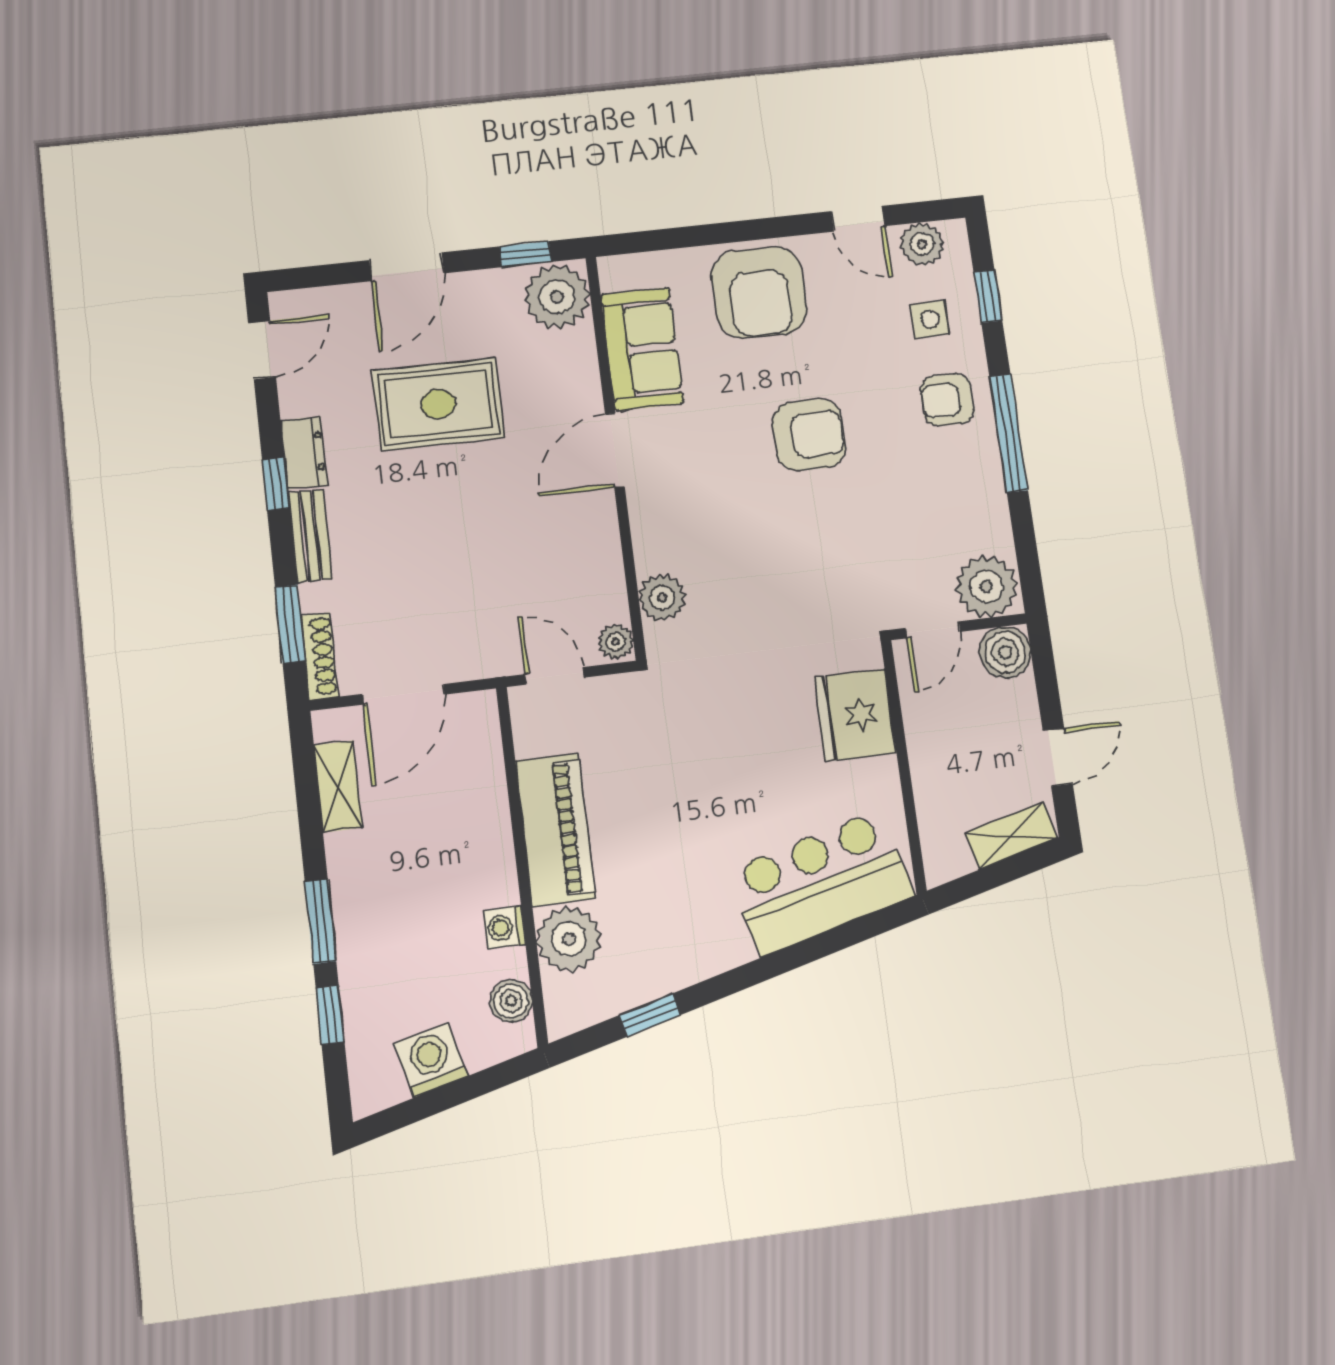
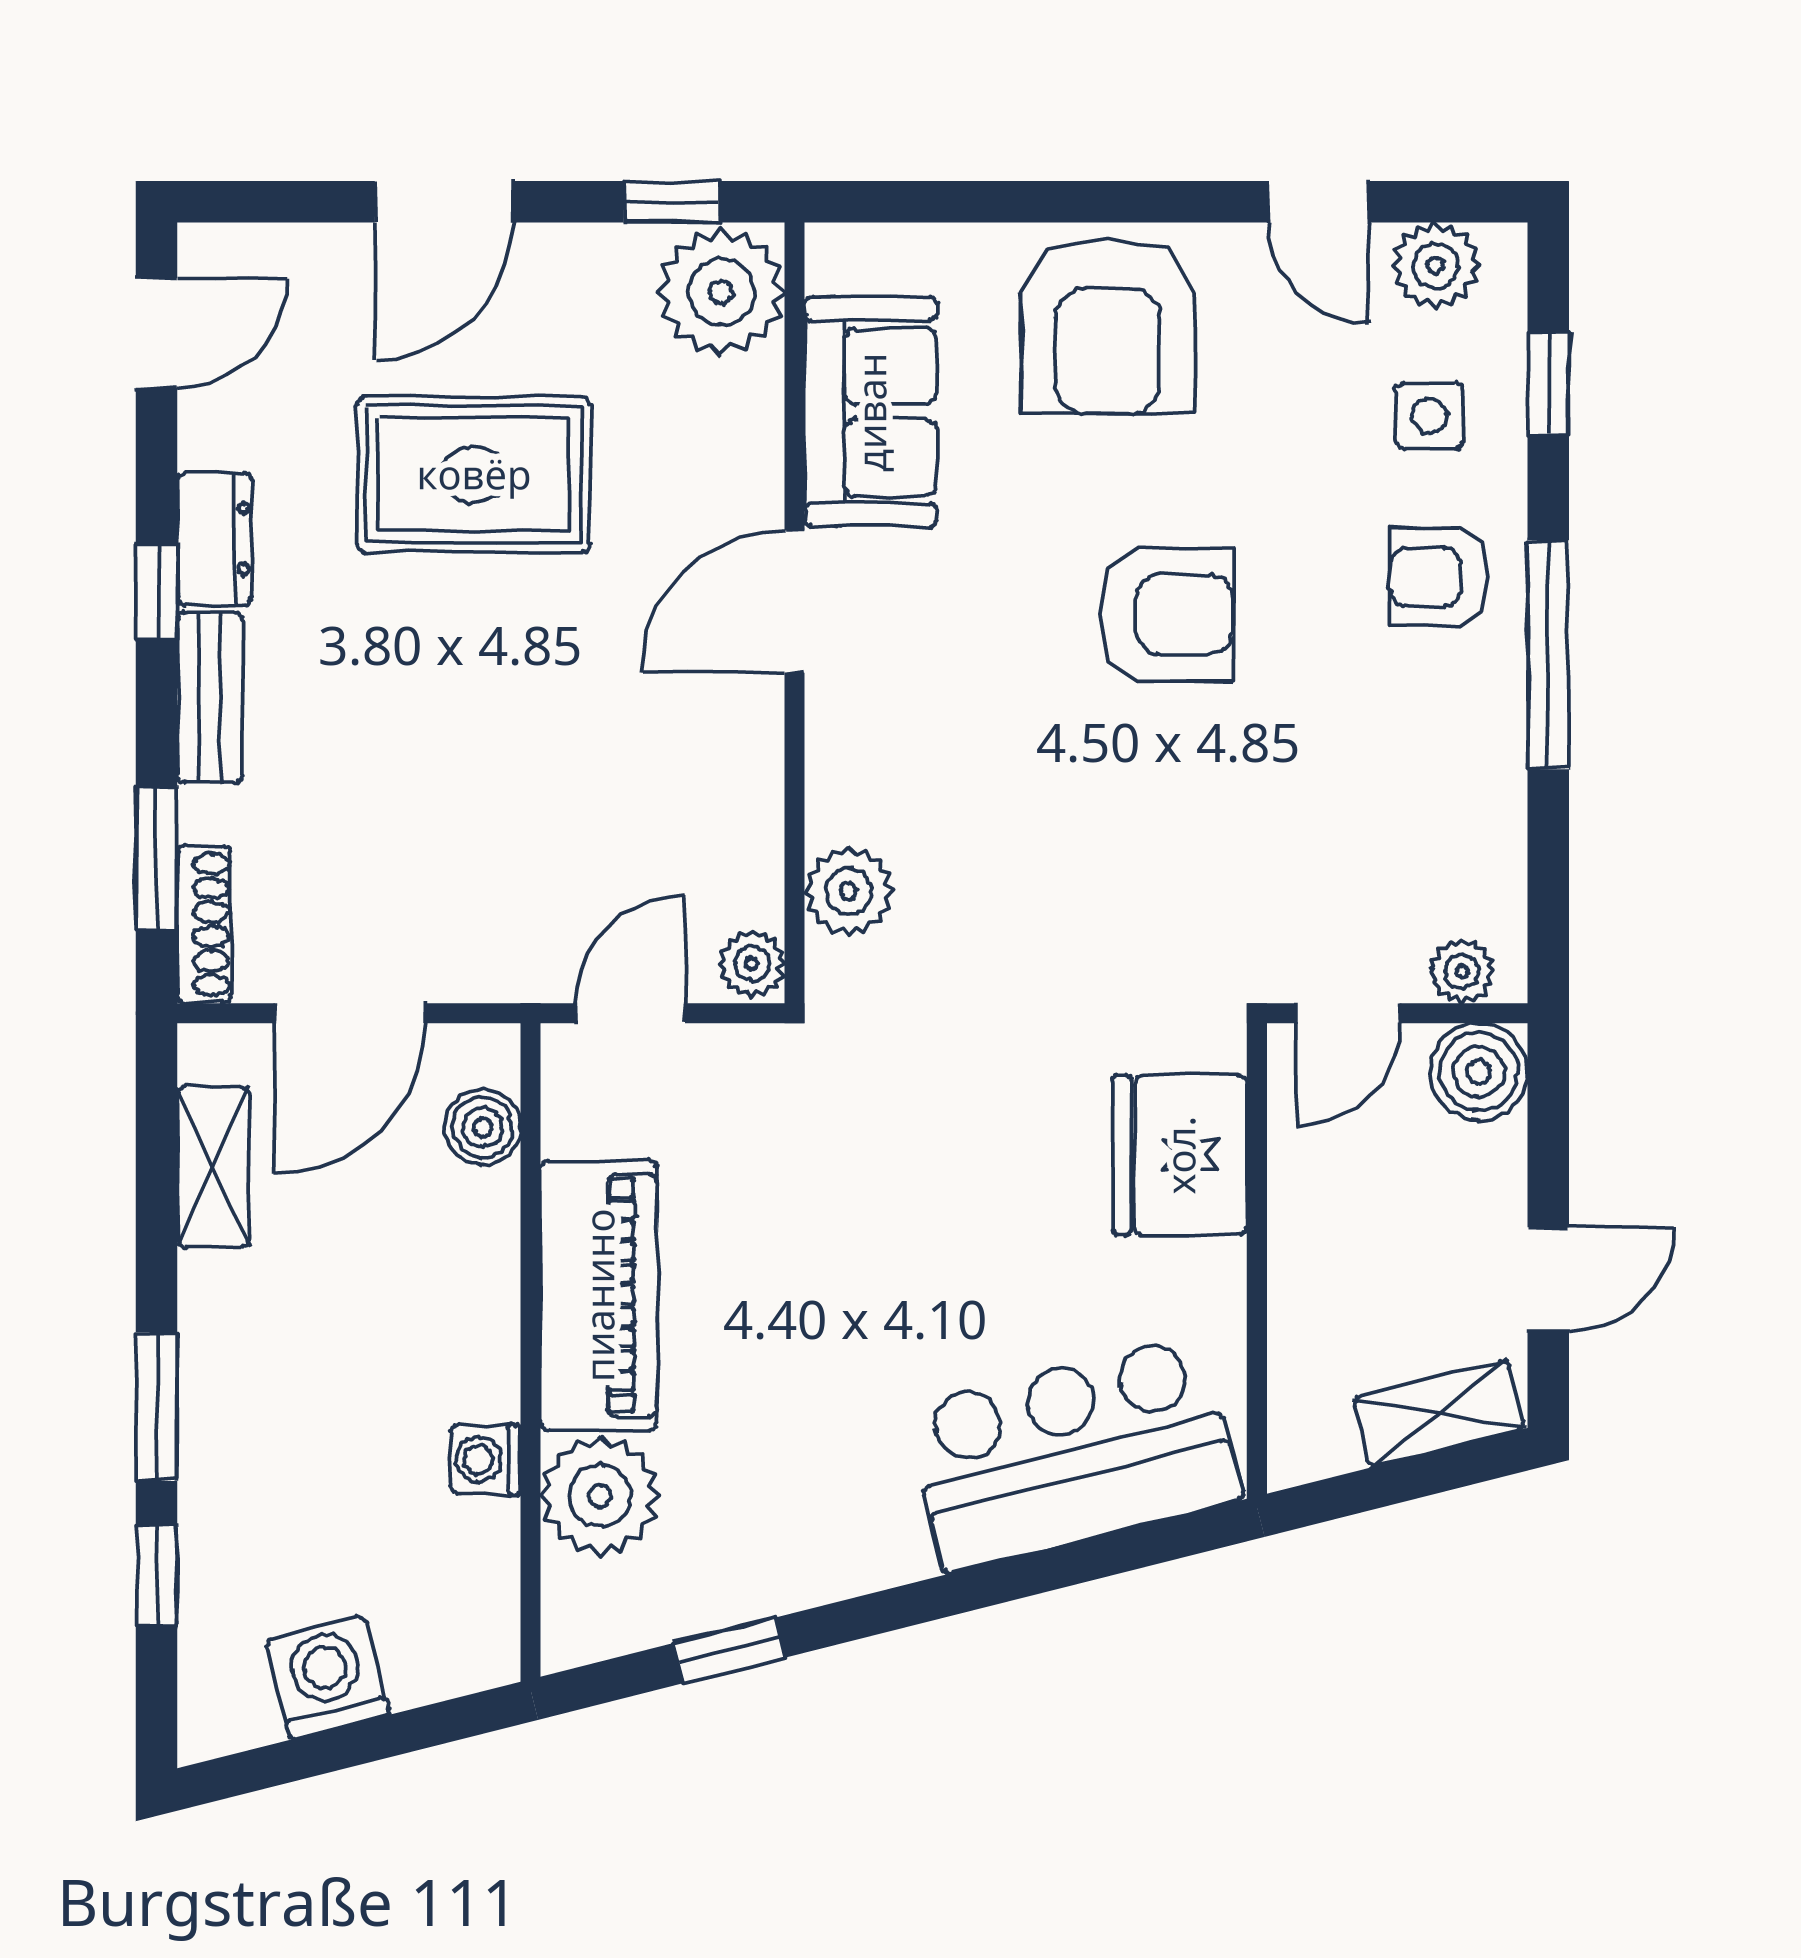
plant: (987, 586) -> (1462, 971), width x0.53, depth x0.53
door: (555, 676) -> (631, 1013), hinge flipped
boiler: (511, 1001) -> (483, 1127), moved

